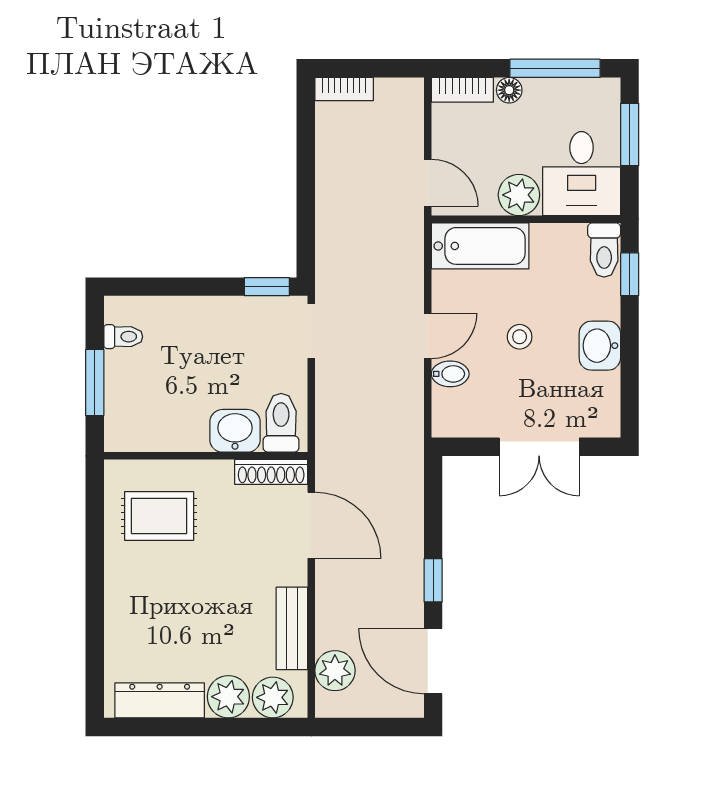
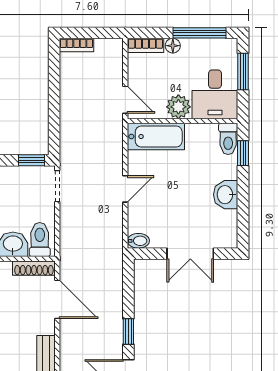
stool: (520, 337) -> (179, 189), removed
bidet: (450, 374) -> (138, 241), moved

